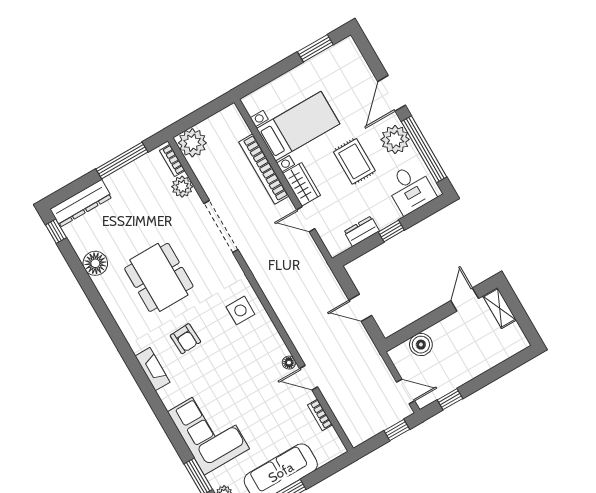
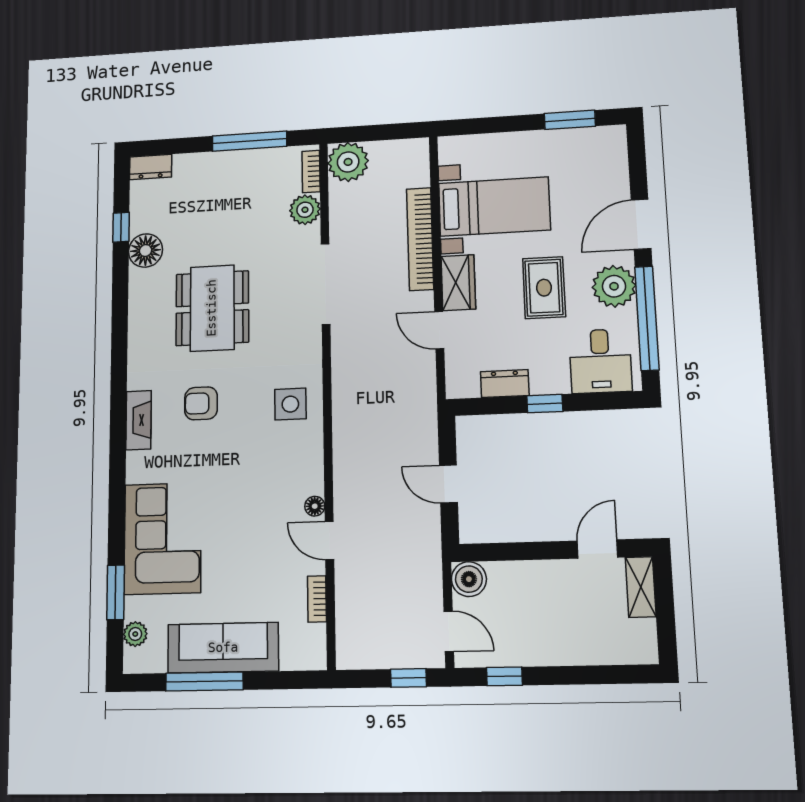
dresser: (81, 203) -> (151, 167), width x0.51, depth x0.80
window: (56, 231) -> (121, 227), moved
armchair: (185, 339) -> (201, 403), turned 93
boiler: (421, 345) -> (469, 579), moved

